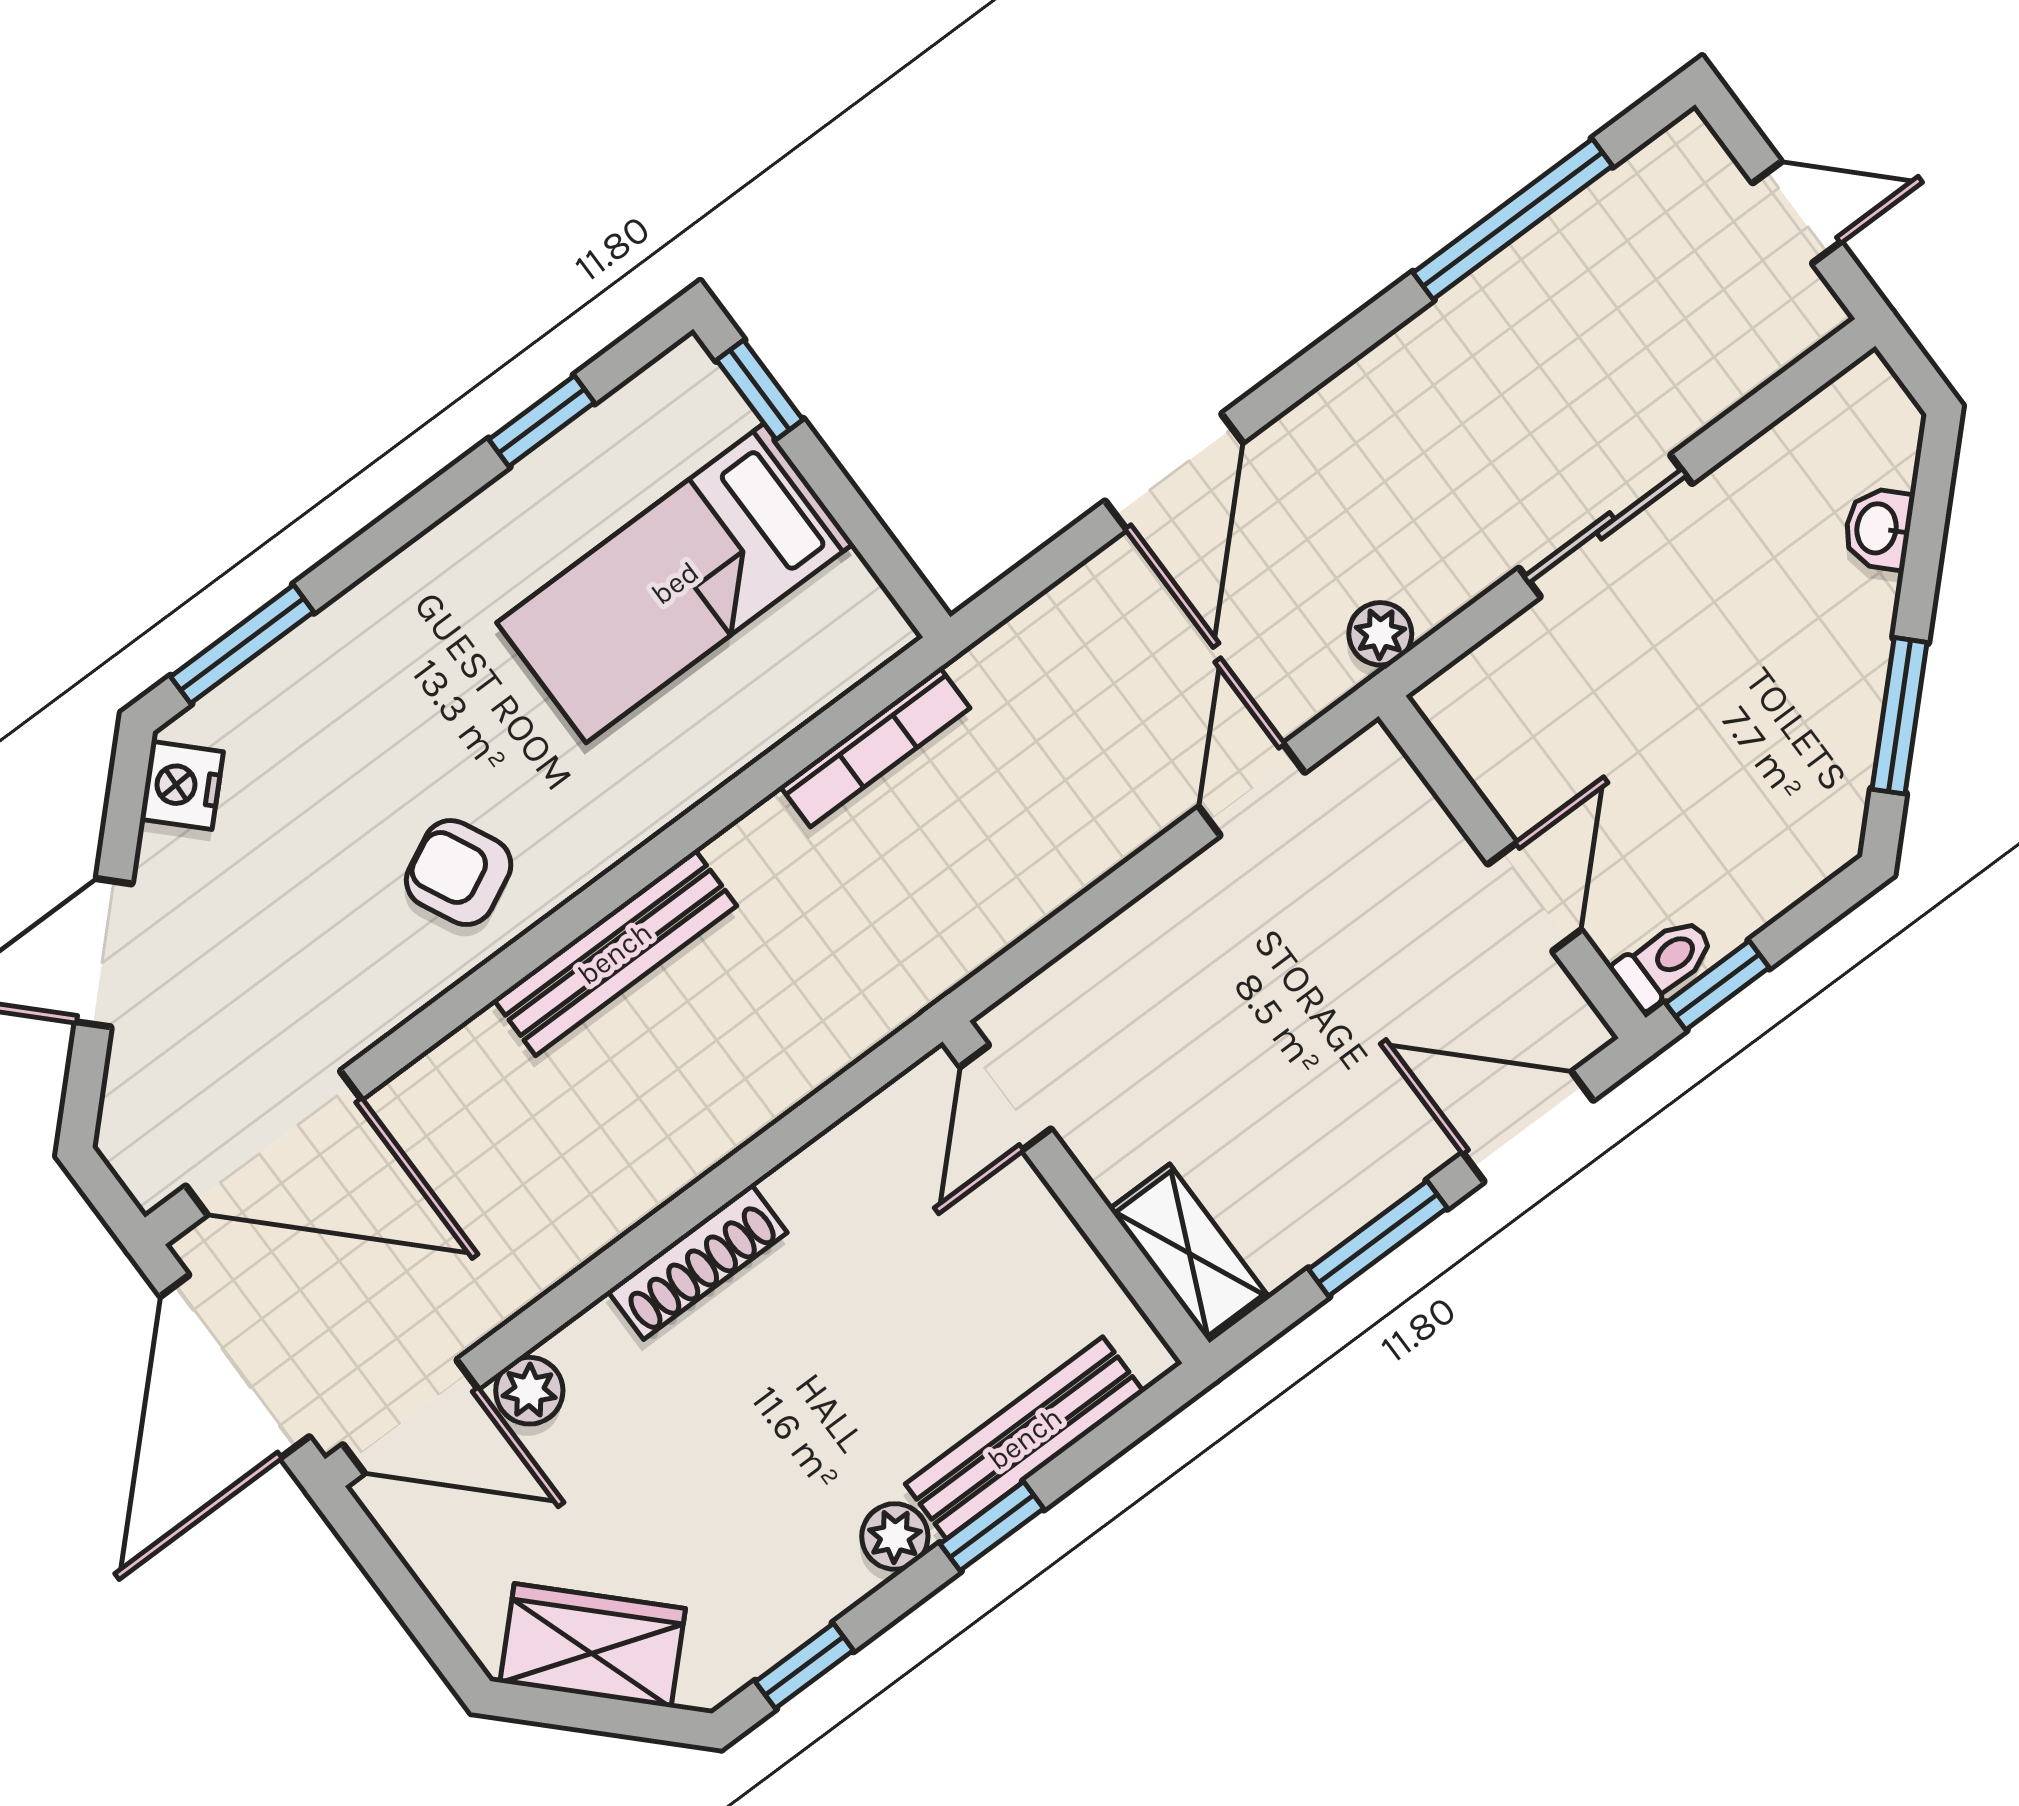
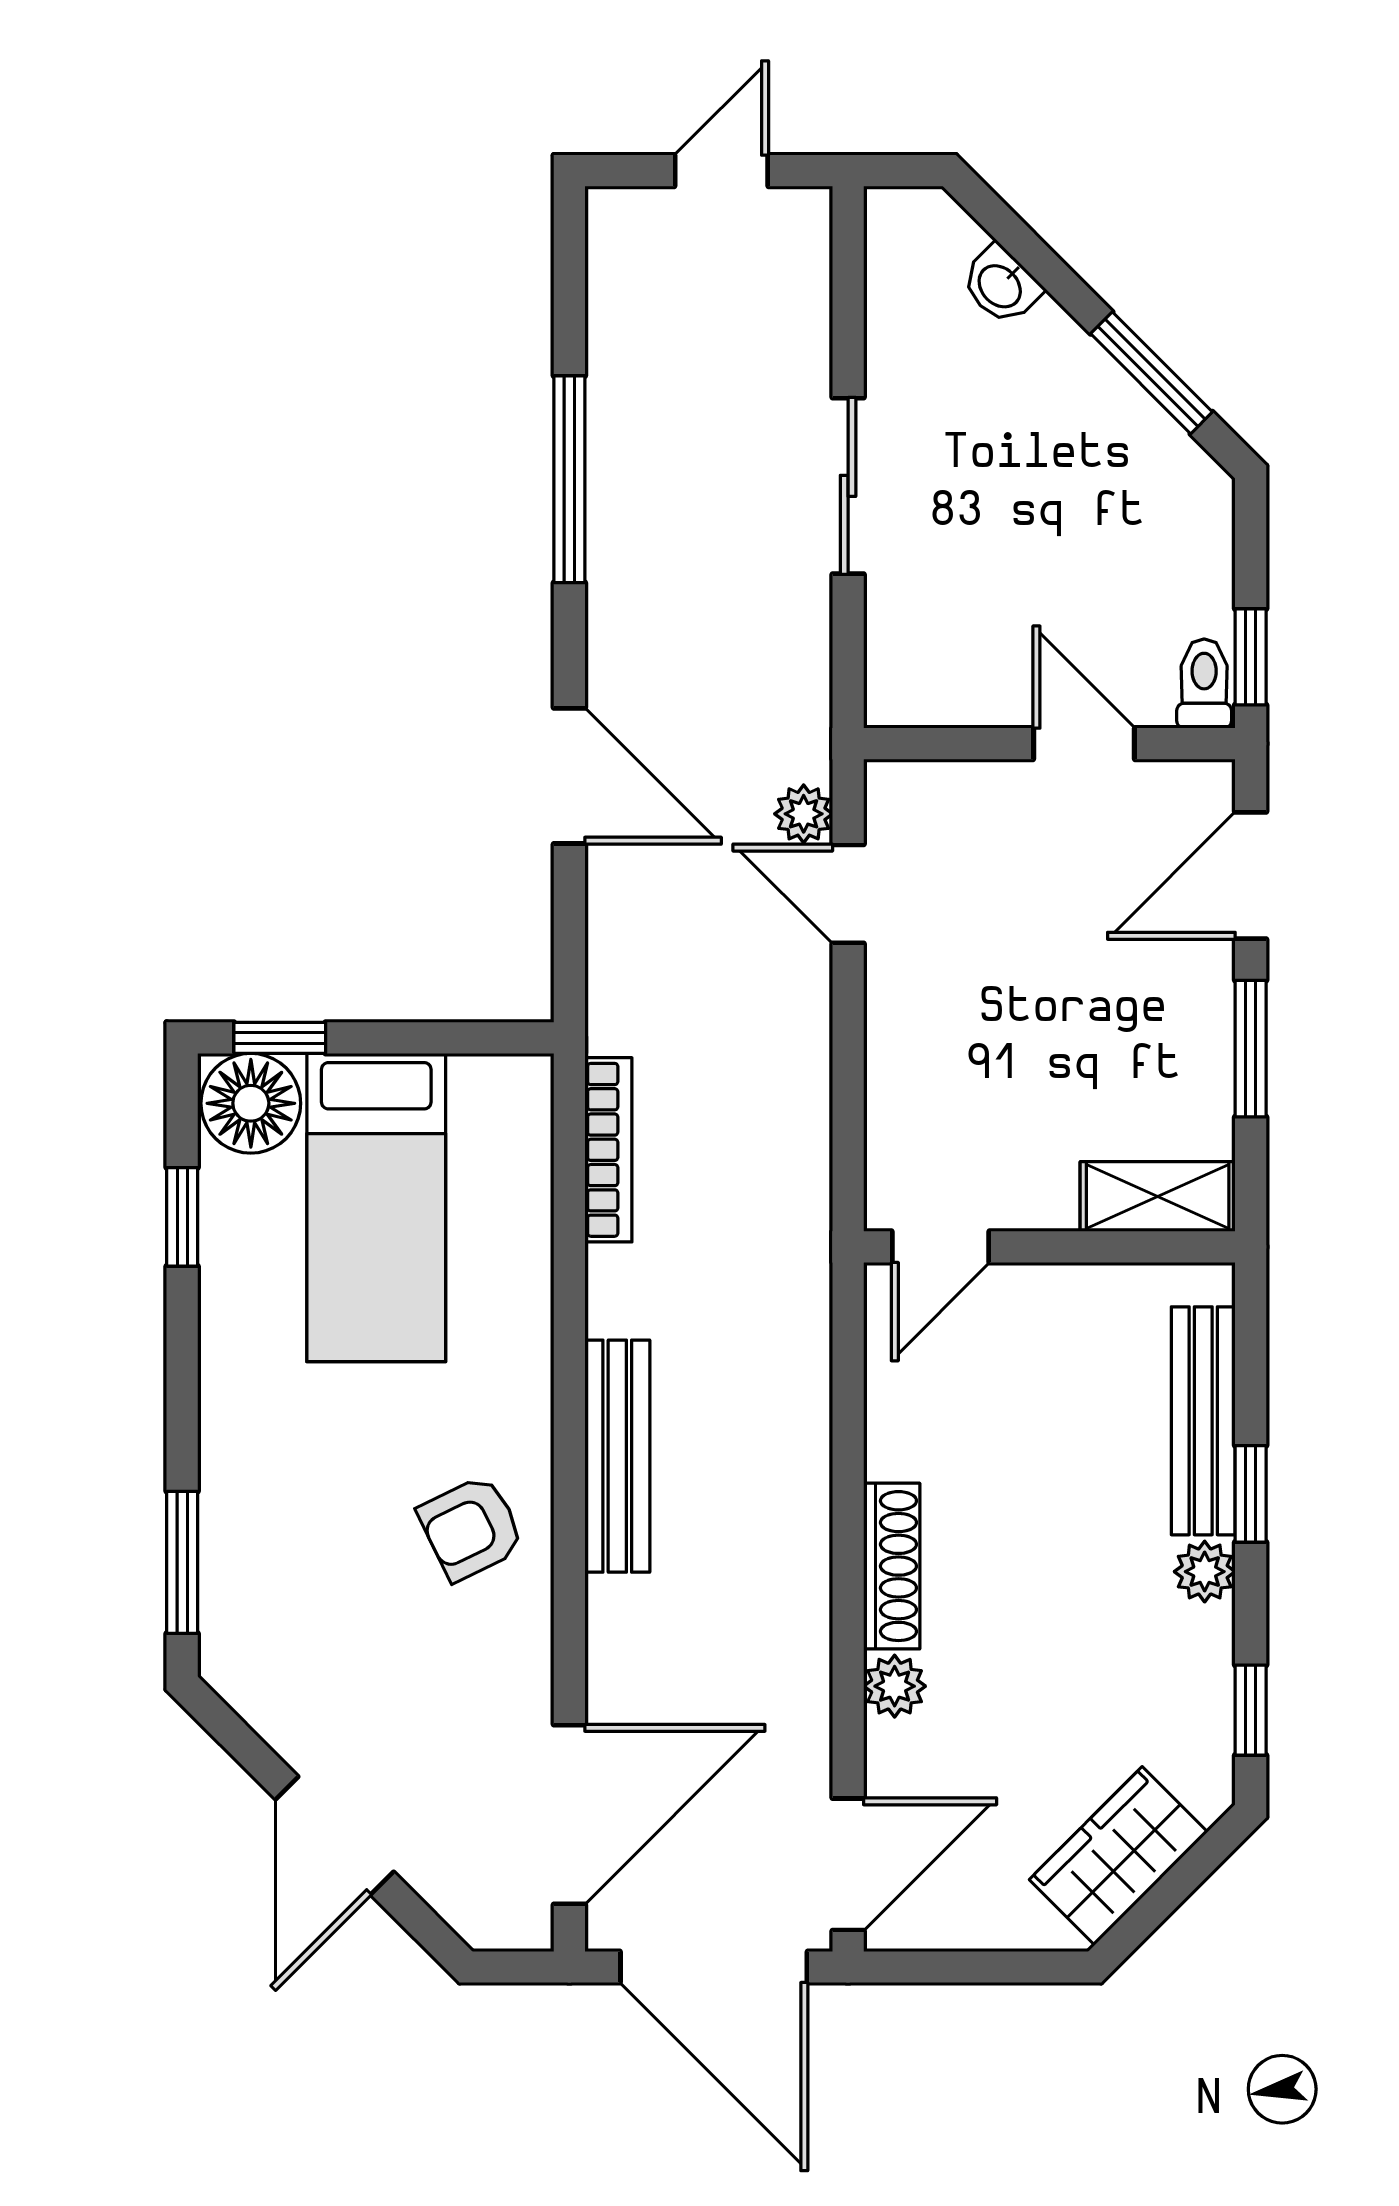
window: (1513, 219) -> (569, 479), moved
floor lamp: (684, 407) -> (251, 1103), added
plant: (1380, 634) -> (804, 814), moved
nightstand: (182, 785) -> (254, 1685), removed
door: (1005, 1098) -> (940, 1247), hinge flipped
plant: (529, 1391) -> (895, 1686), moved

